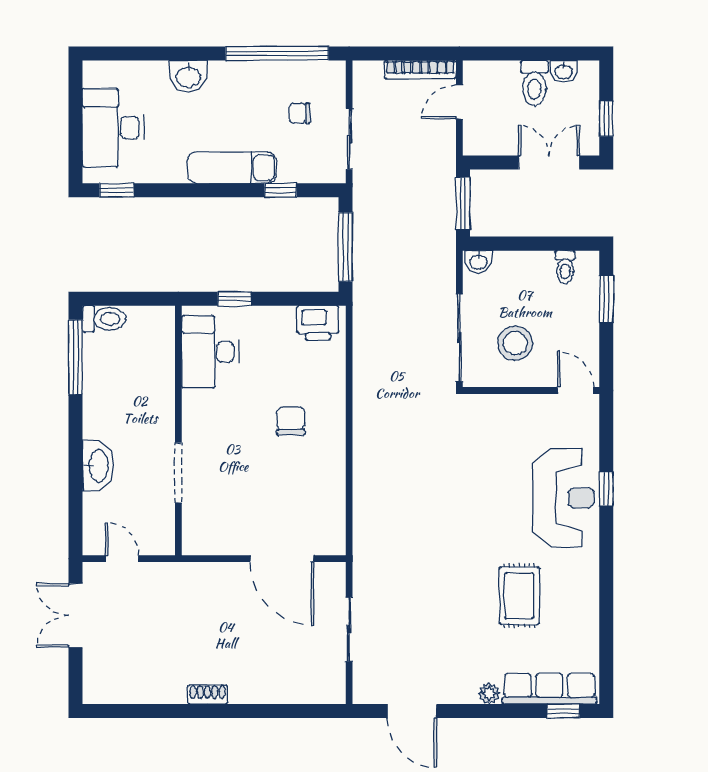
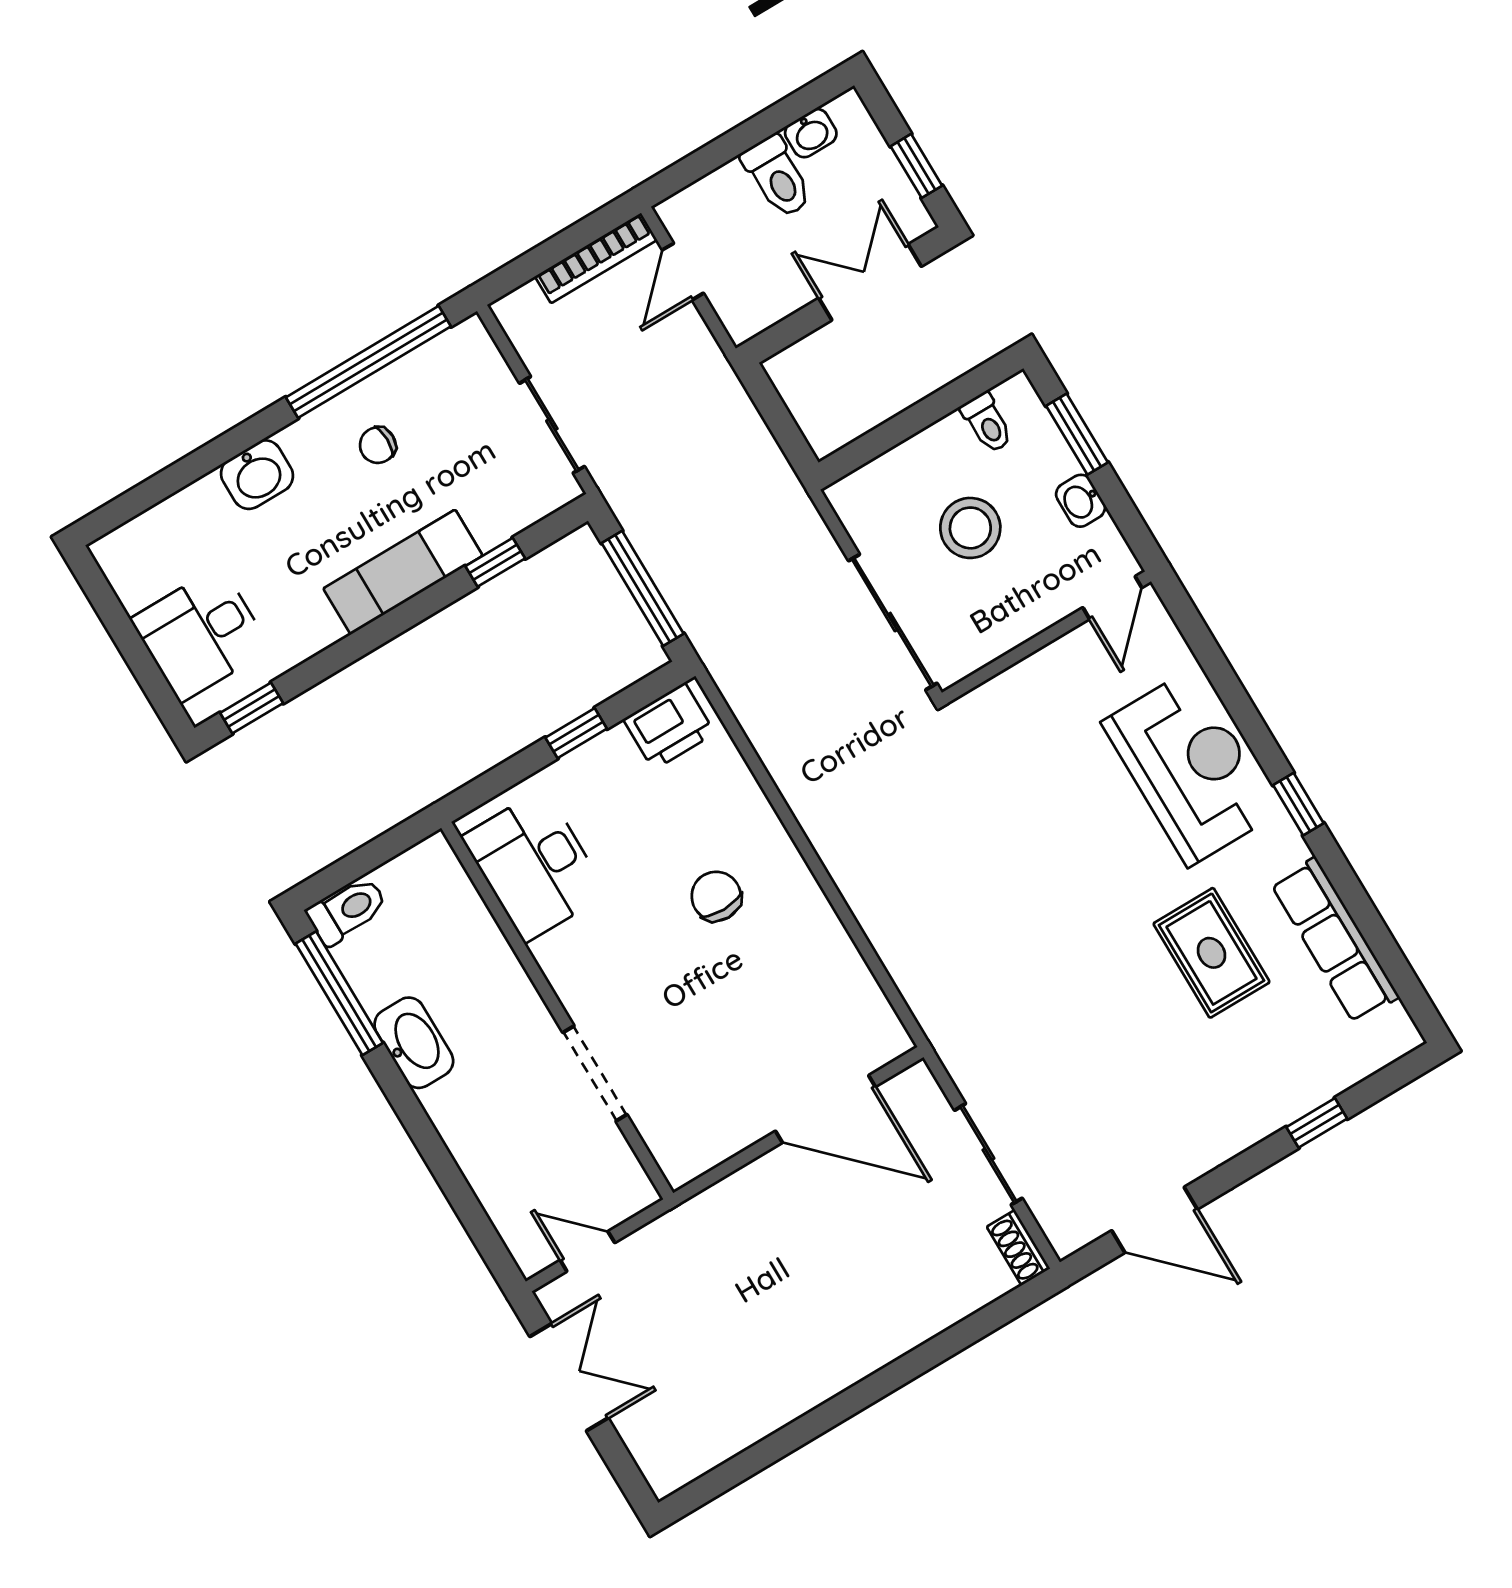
chair: (300, 113) -> (378, 445), moved
desk: (113, 128) -> (200, 634), width x0.73
window: (463, 203) -> (779, 419), removed
washbasin: (478, 262) -> (1081, 501), moved, turned 90
window: (234, 299) -> (576, 733), moved
stool: (515, 343) -> (970, 528), moved
door: (575, 390) -> (1112, 598), swing flipped
washbasin: (98, 466) -> (414, 1043), moved
window: (606, 489) -> (1298, 804), moved
double door: (76, 615) -> (569, 1377), swing flipped
row of seats: (549, 689) -> (1335, 940), moved, turned -90
shoe rack: (208, 694) -> (1018, 1248), moved, turned -90
plant: (489, 694) -> (1254, 1125), removed
window: (564, 711) -> (1317, 1123), moved

